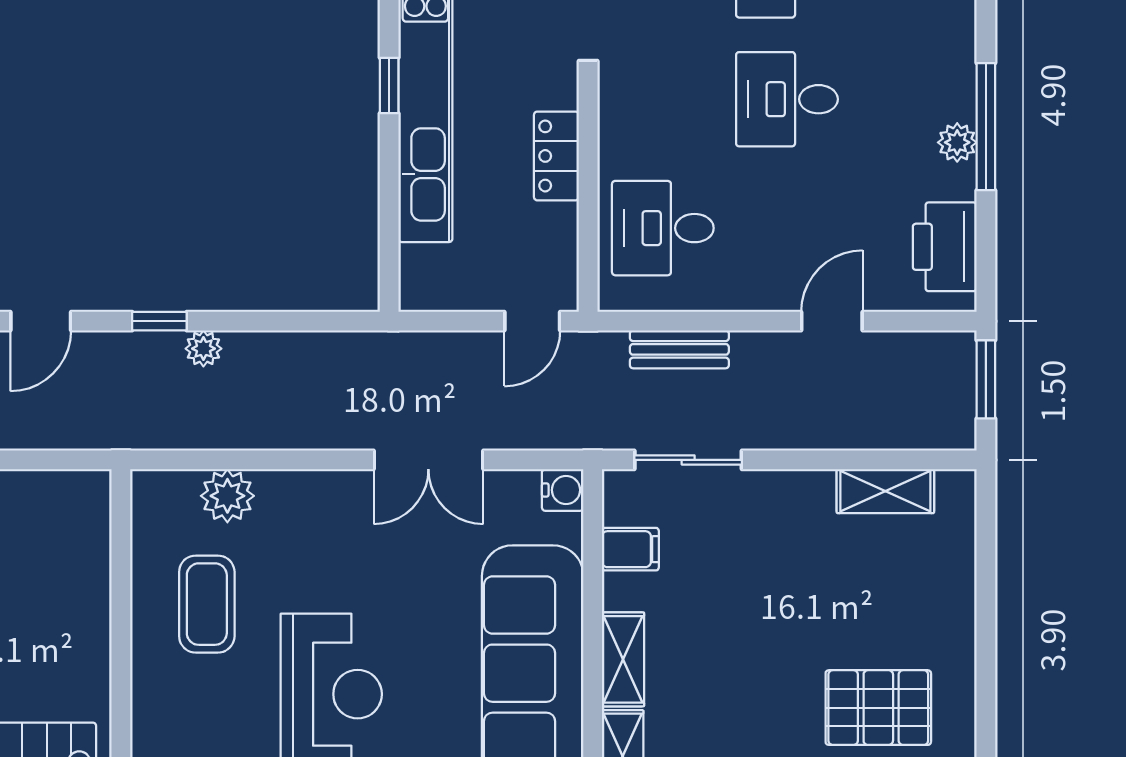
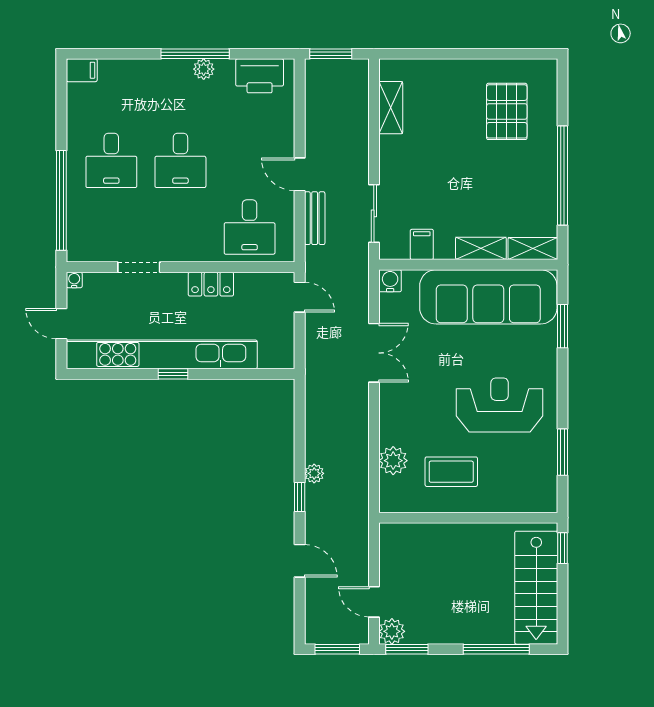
door: (832, 321) -> (300, 174), moved

